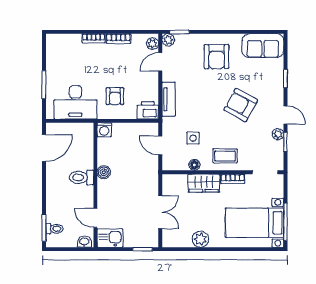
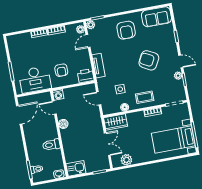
toilet: (81, 177) -> (51, 145), moved
wardrobe: (204, 183) -> (116, 122), moved
door: (95, 218) -> (54, 108), moved
plant: (200, 239) -> (126, 160), moved

